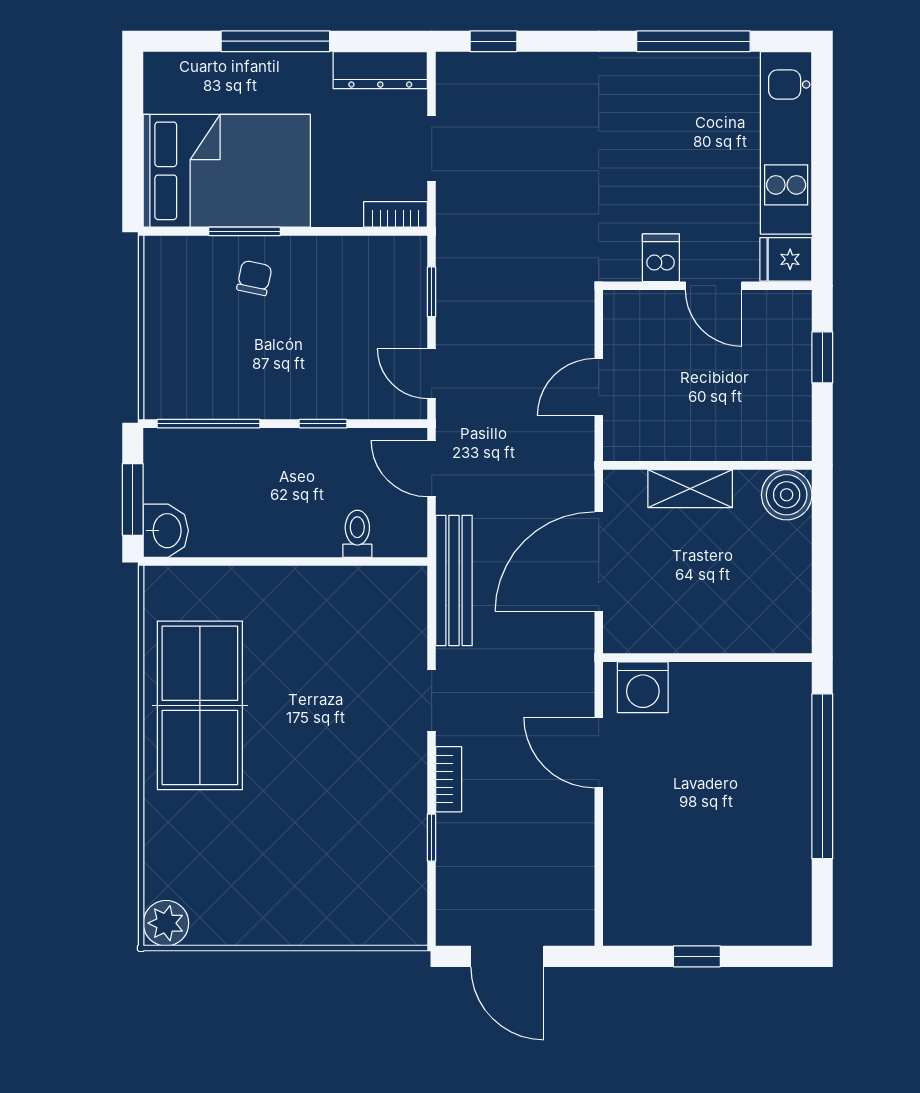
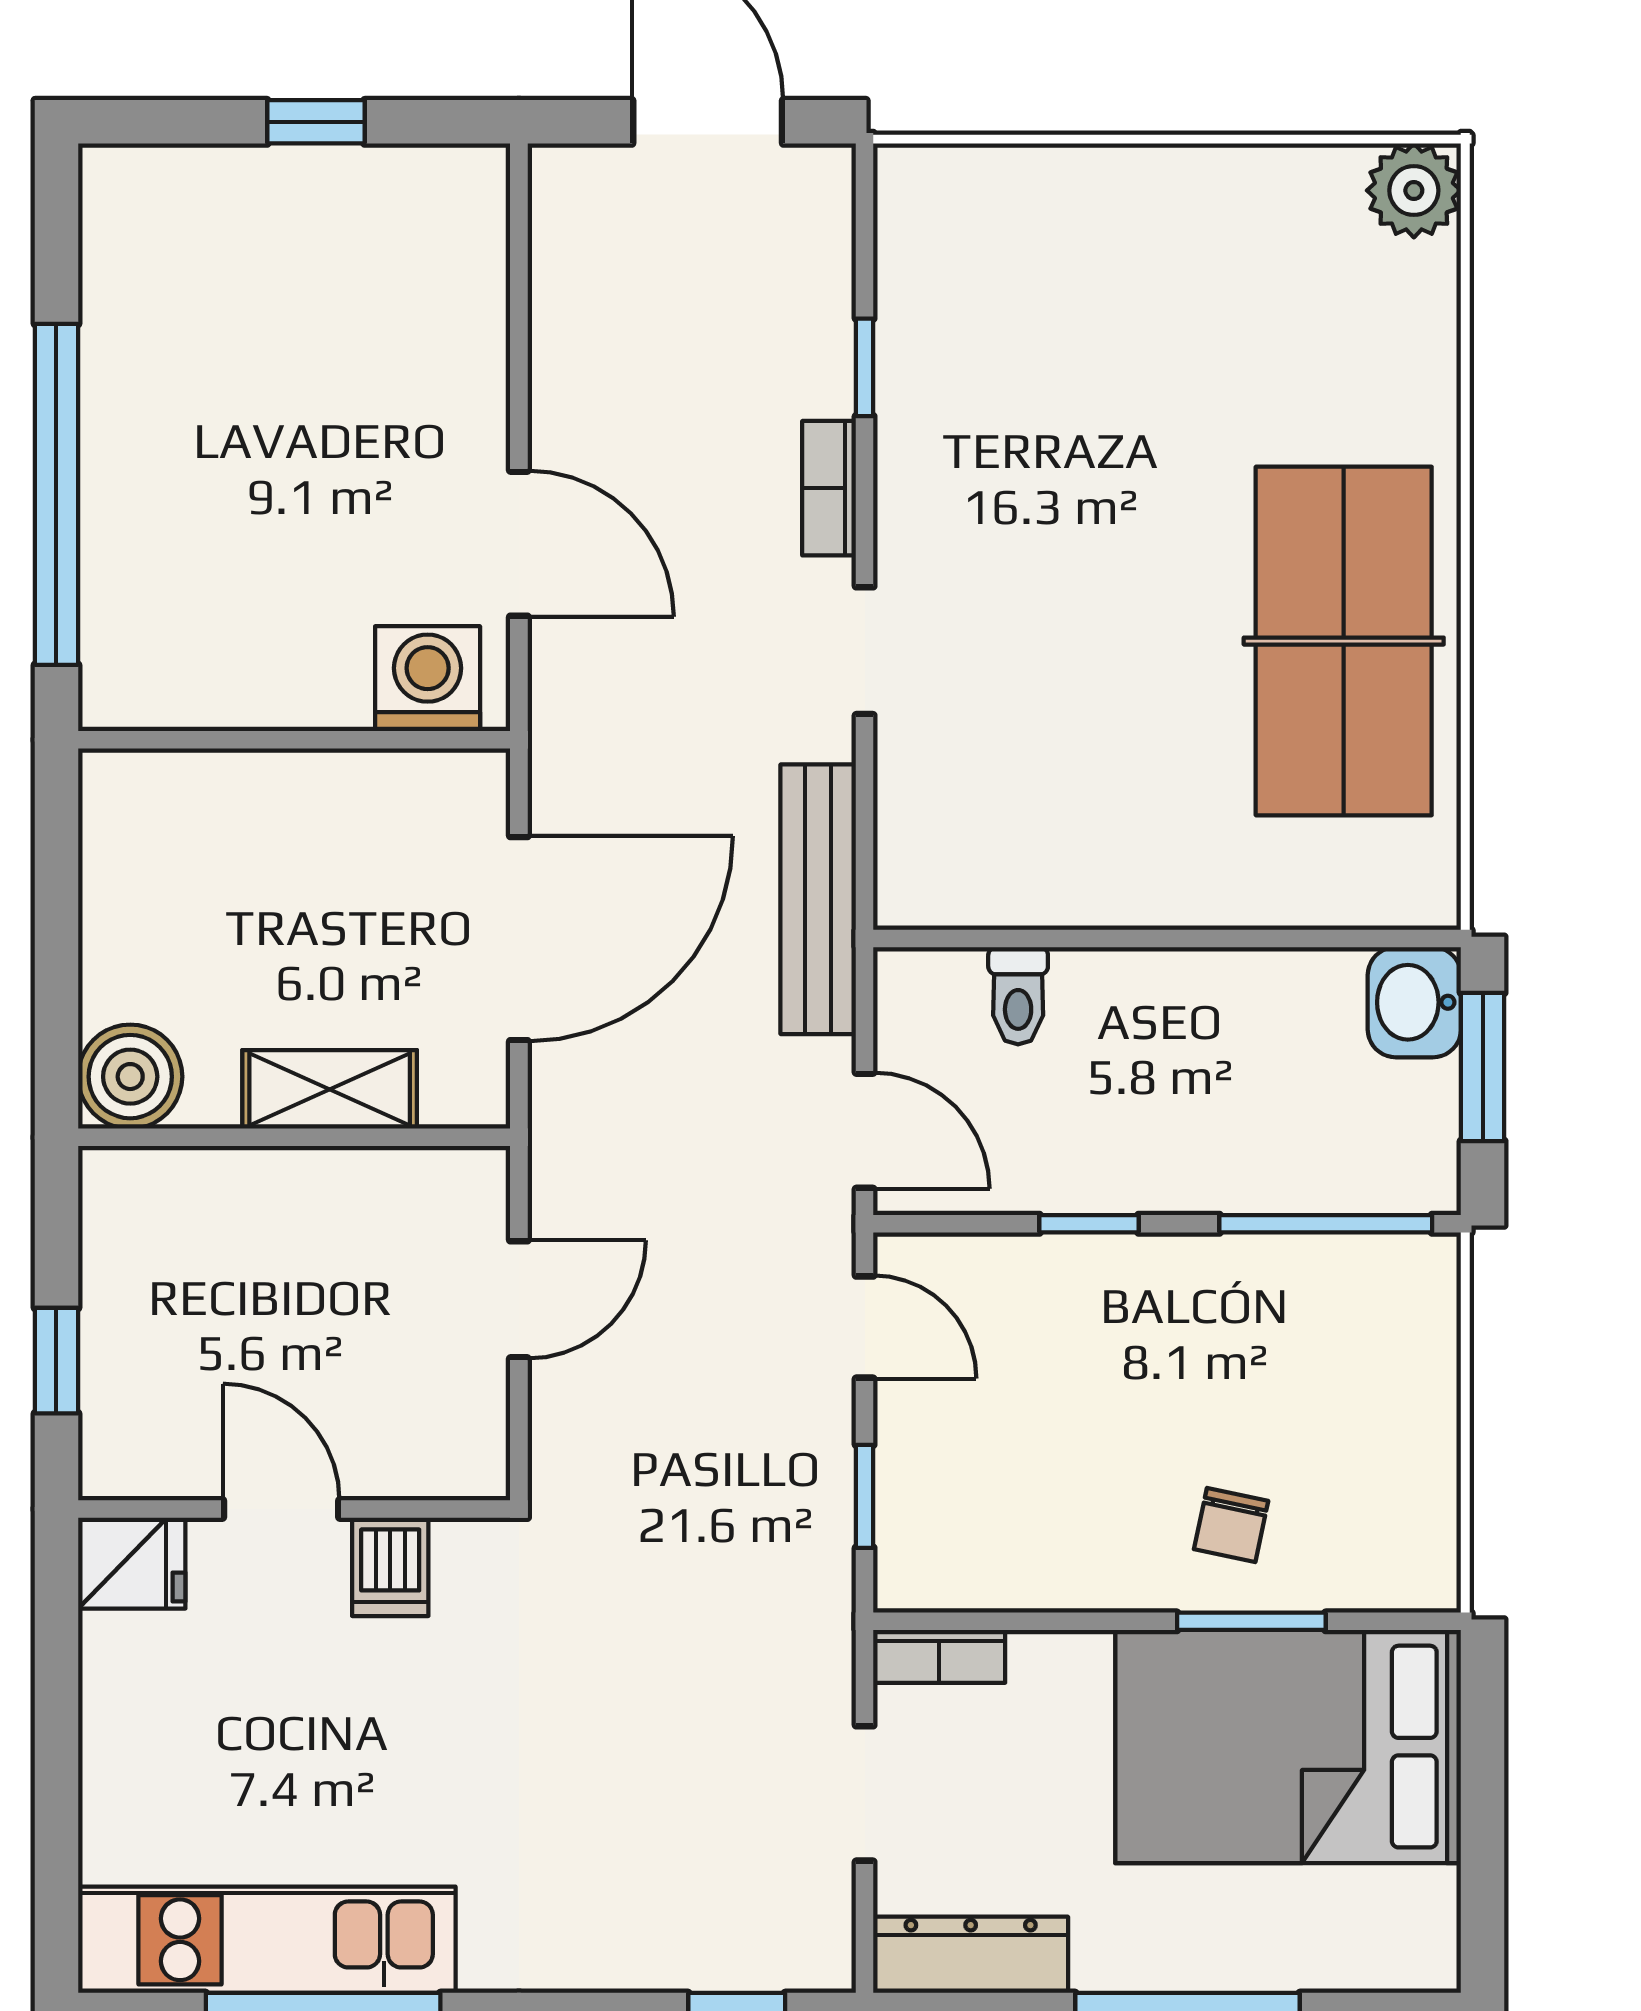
kitchen unit: (786, 143) -> (267, 1940), moved, turned -90

